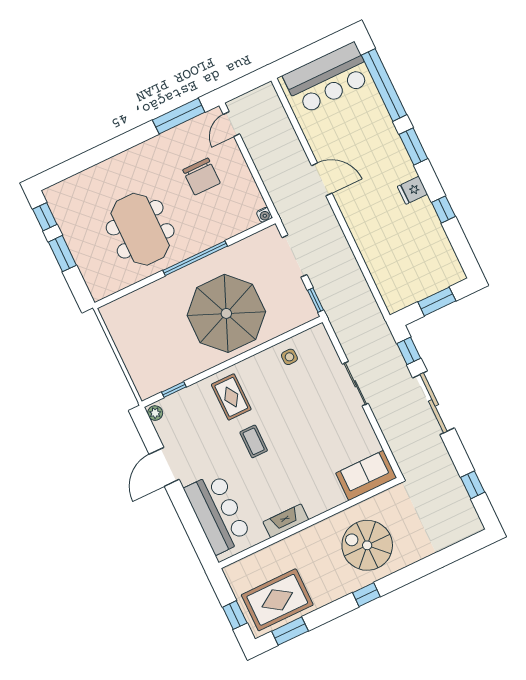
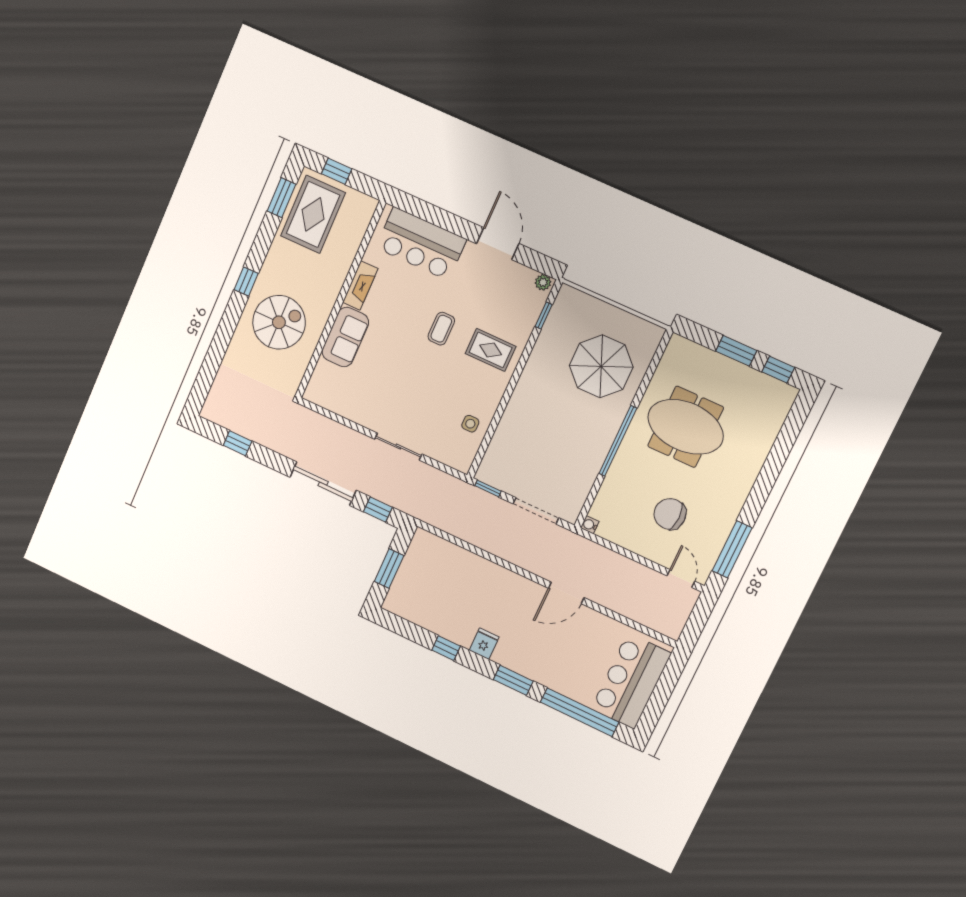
parasol: (226, 313) -> (601, 366), moved, width x0.73, depth x0.73
coffee table: (254, 441) -> (441, 329), turned 90
sofa: (366, 475) -> (345, 337), moved

